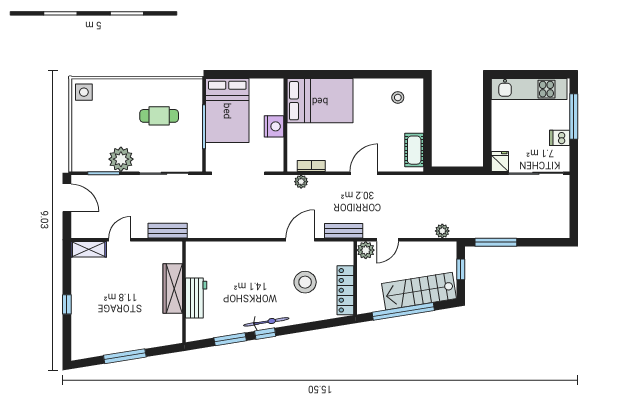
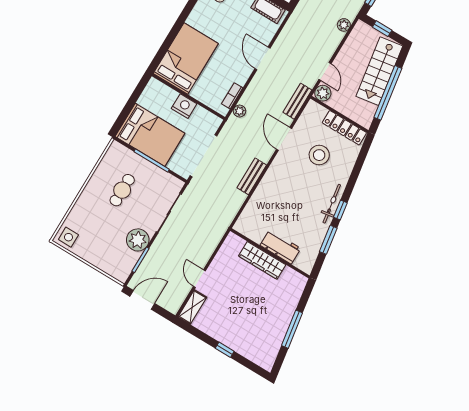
bench: (168, 231) -> (252, 176), moved

